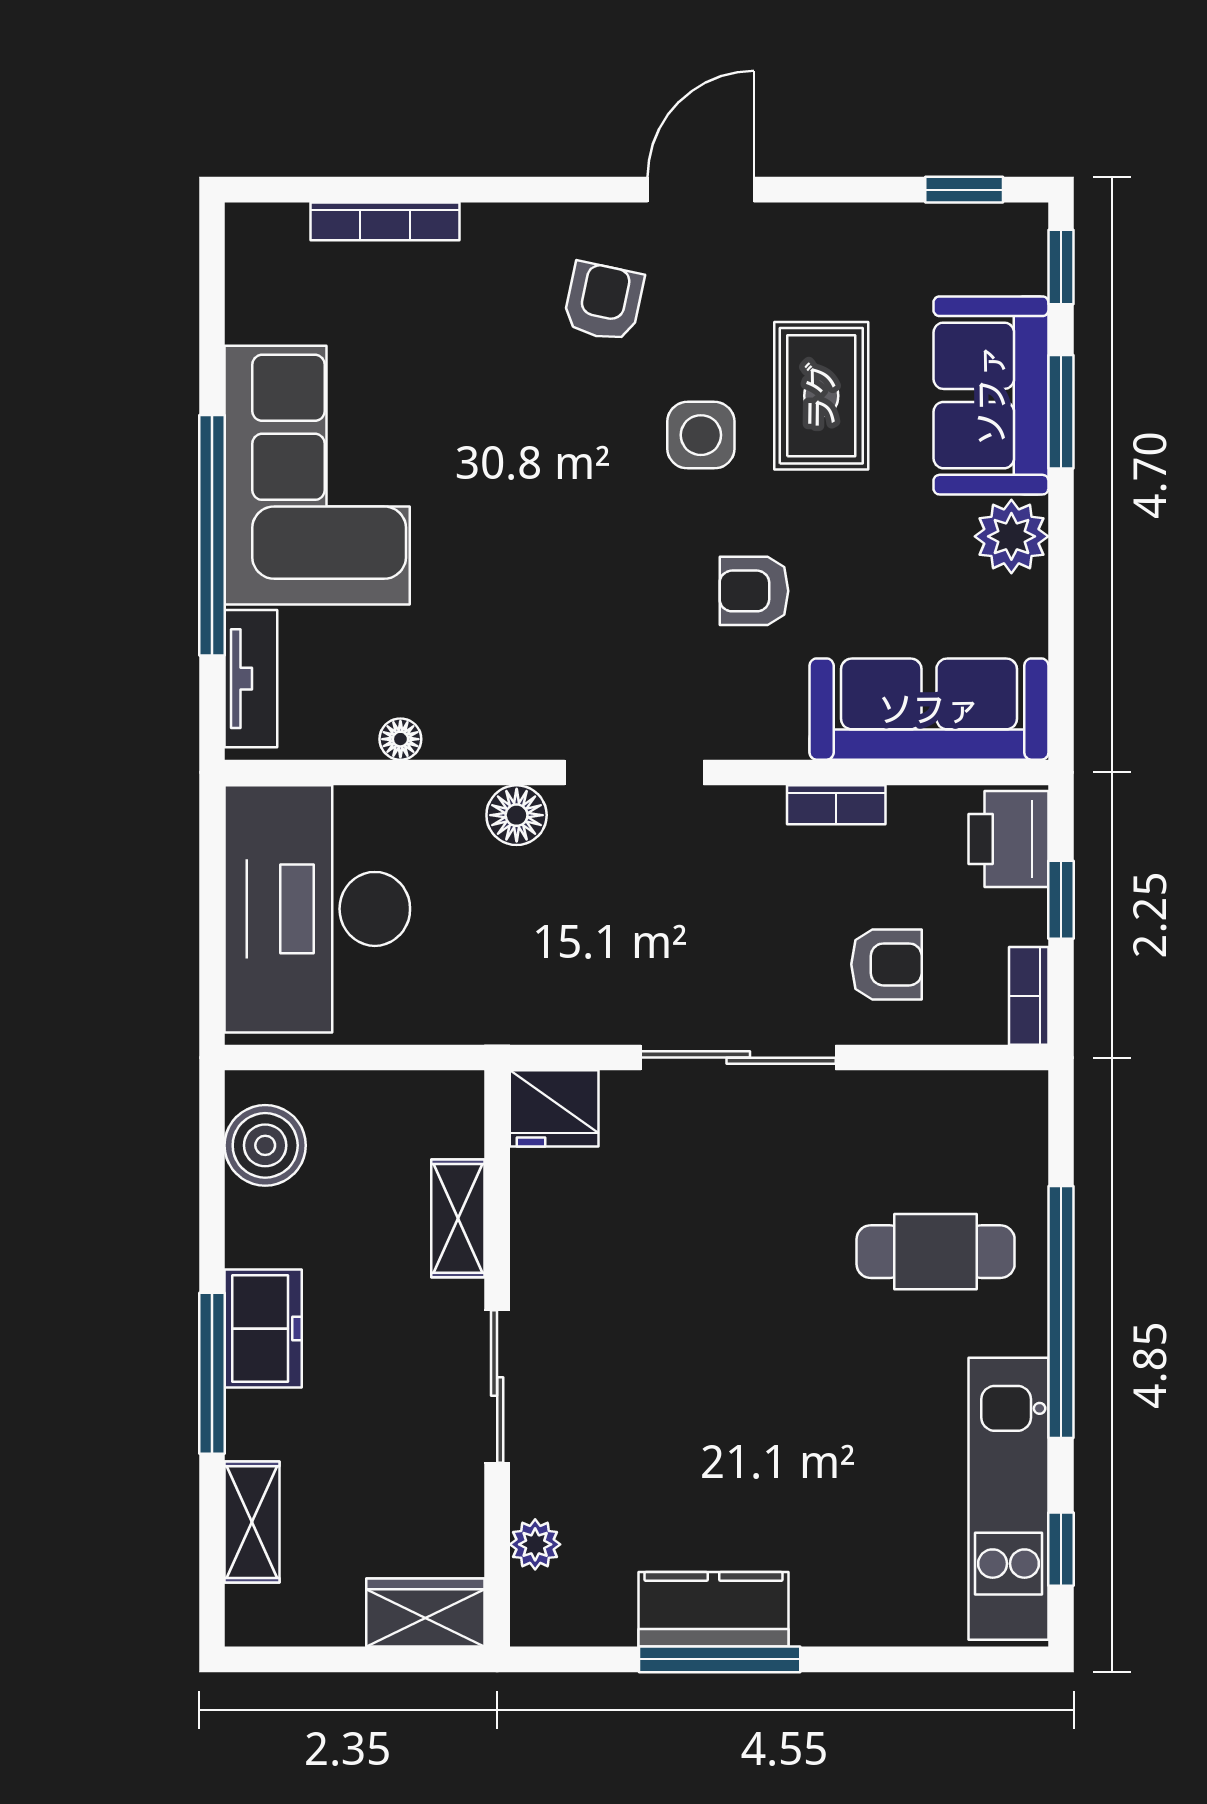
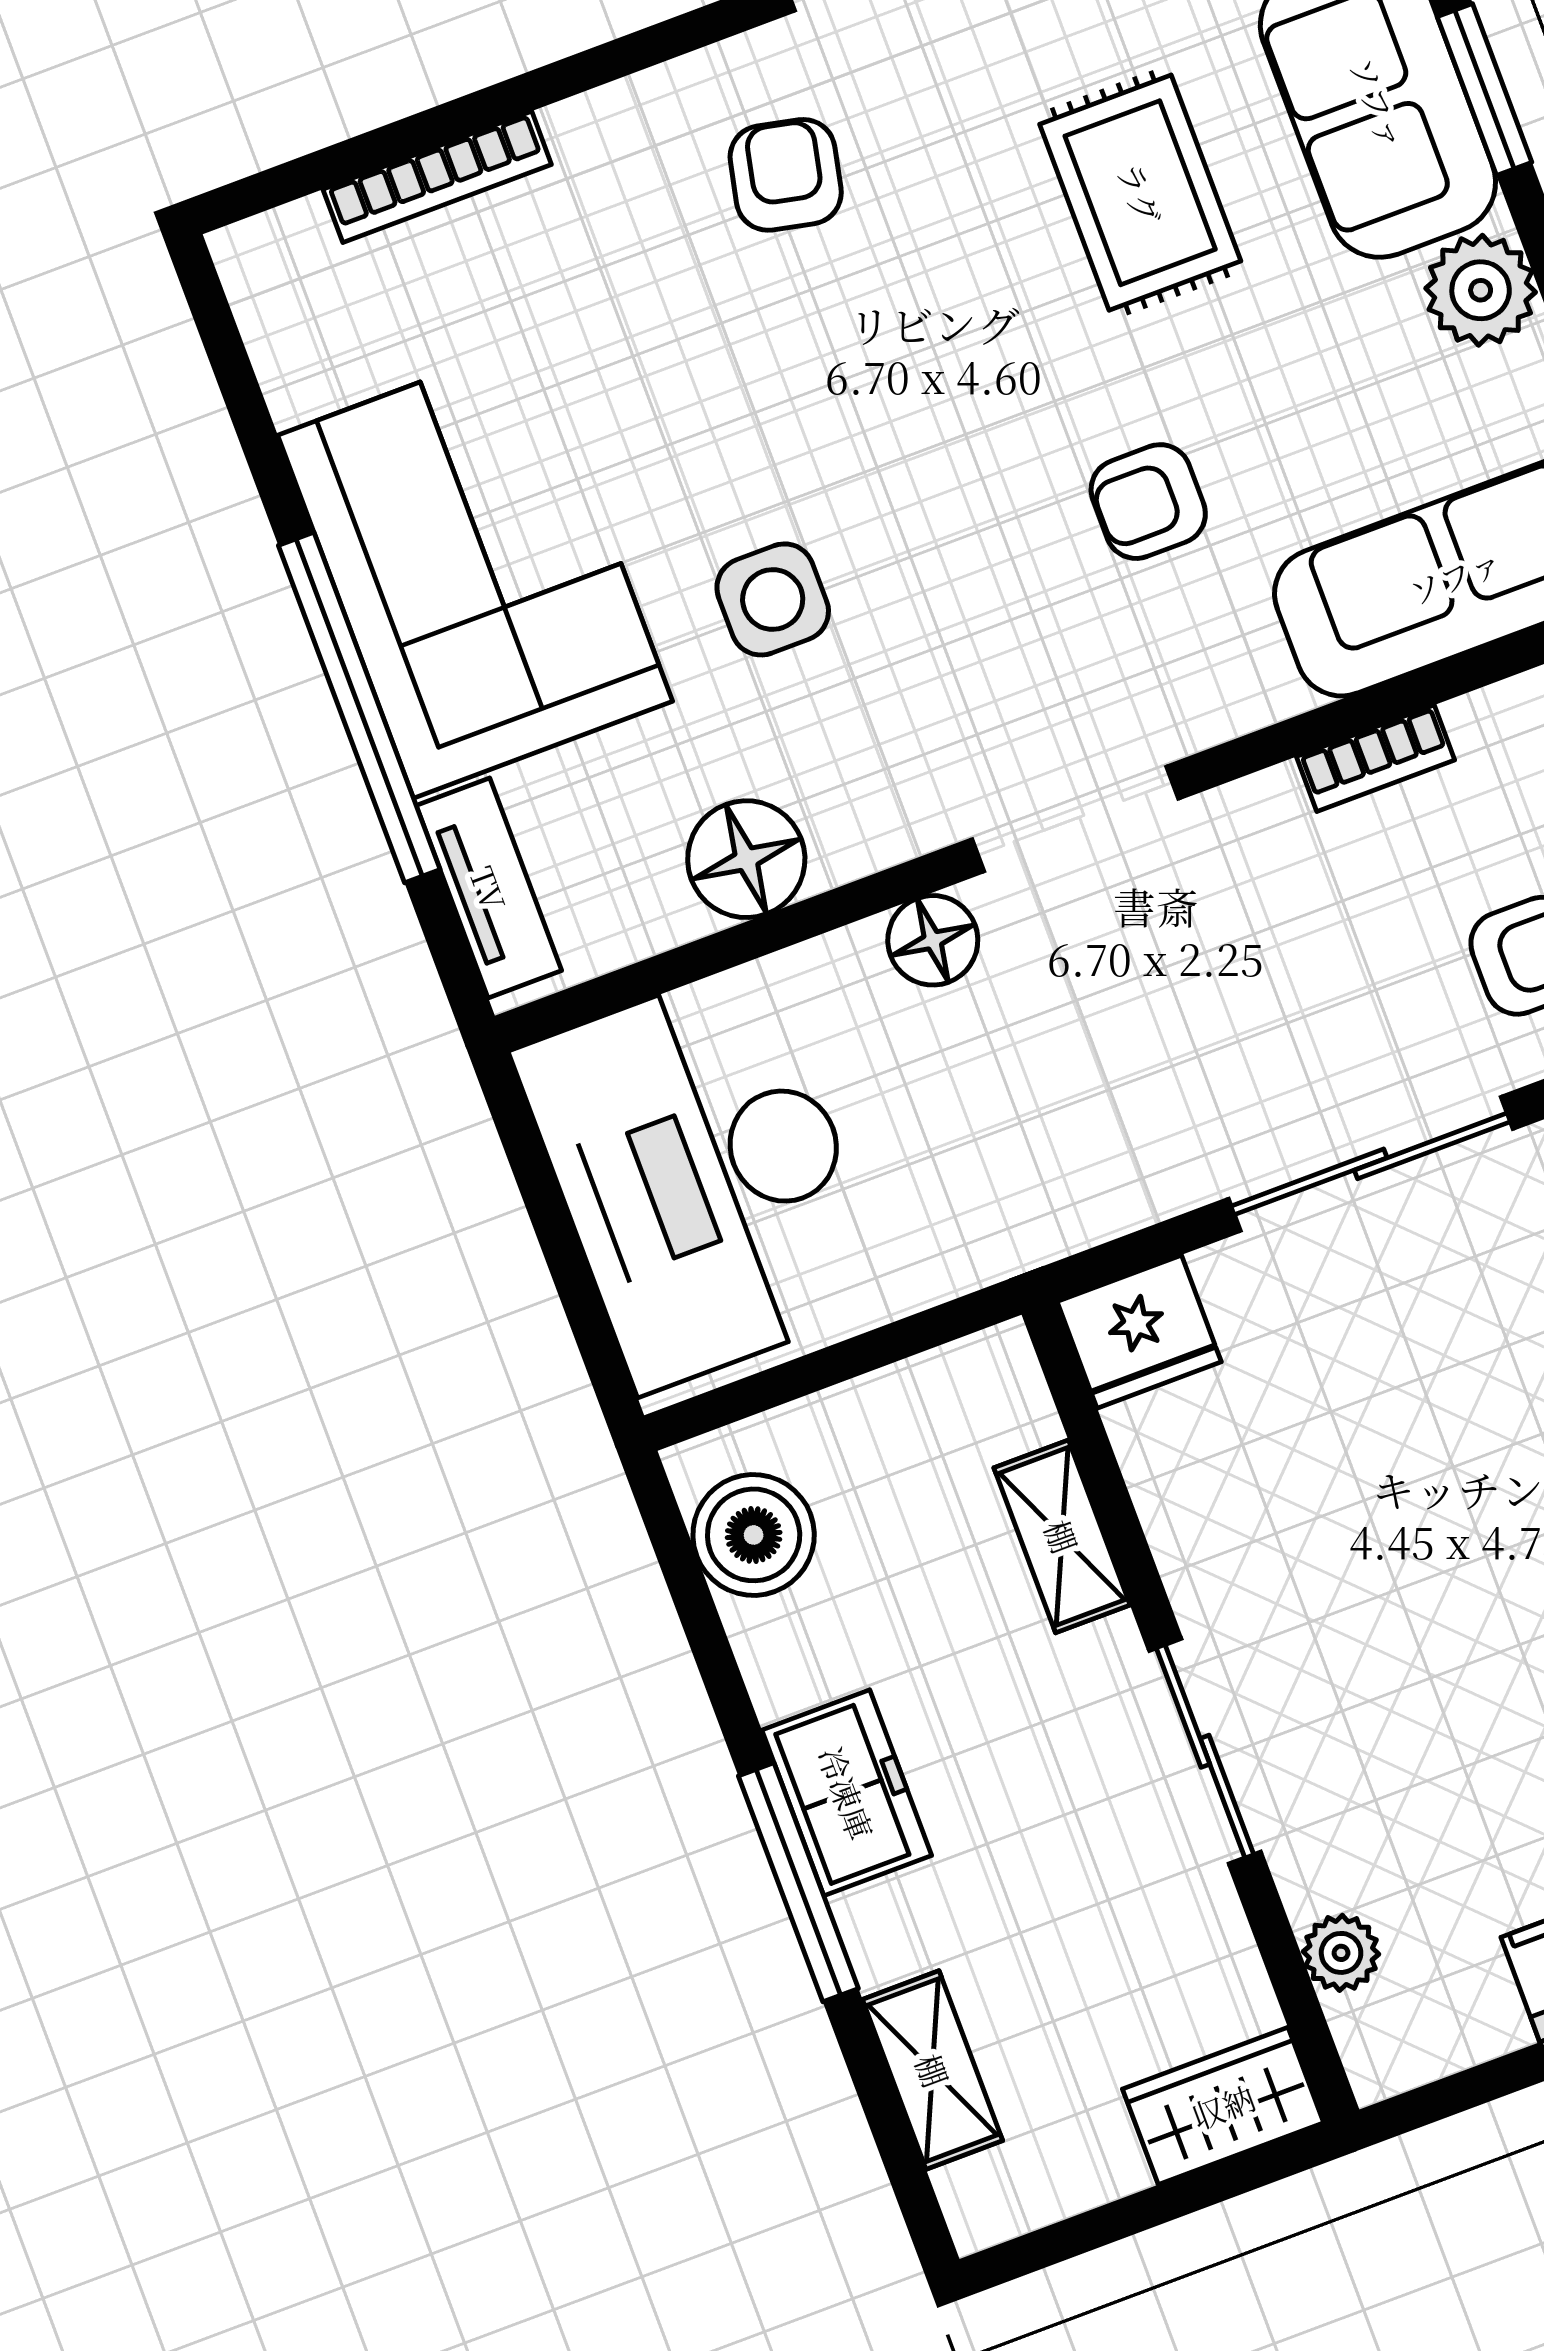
side table: (701, 435) -> (773, 599), moved
floor lamp: (400, 739) -> (746, 859), width x1.89, depth x1.89

